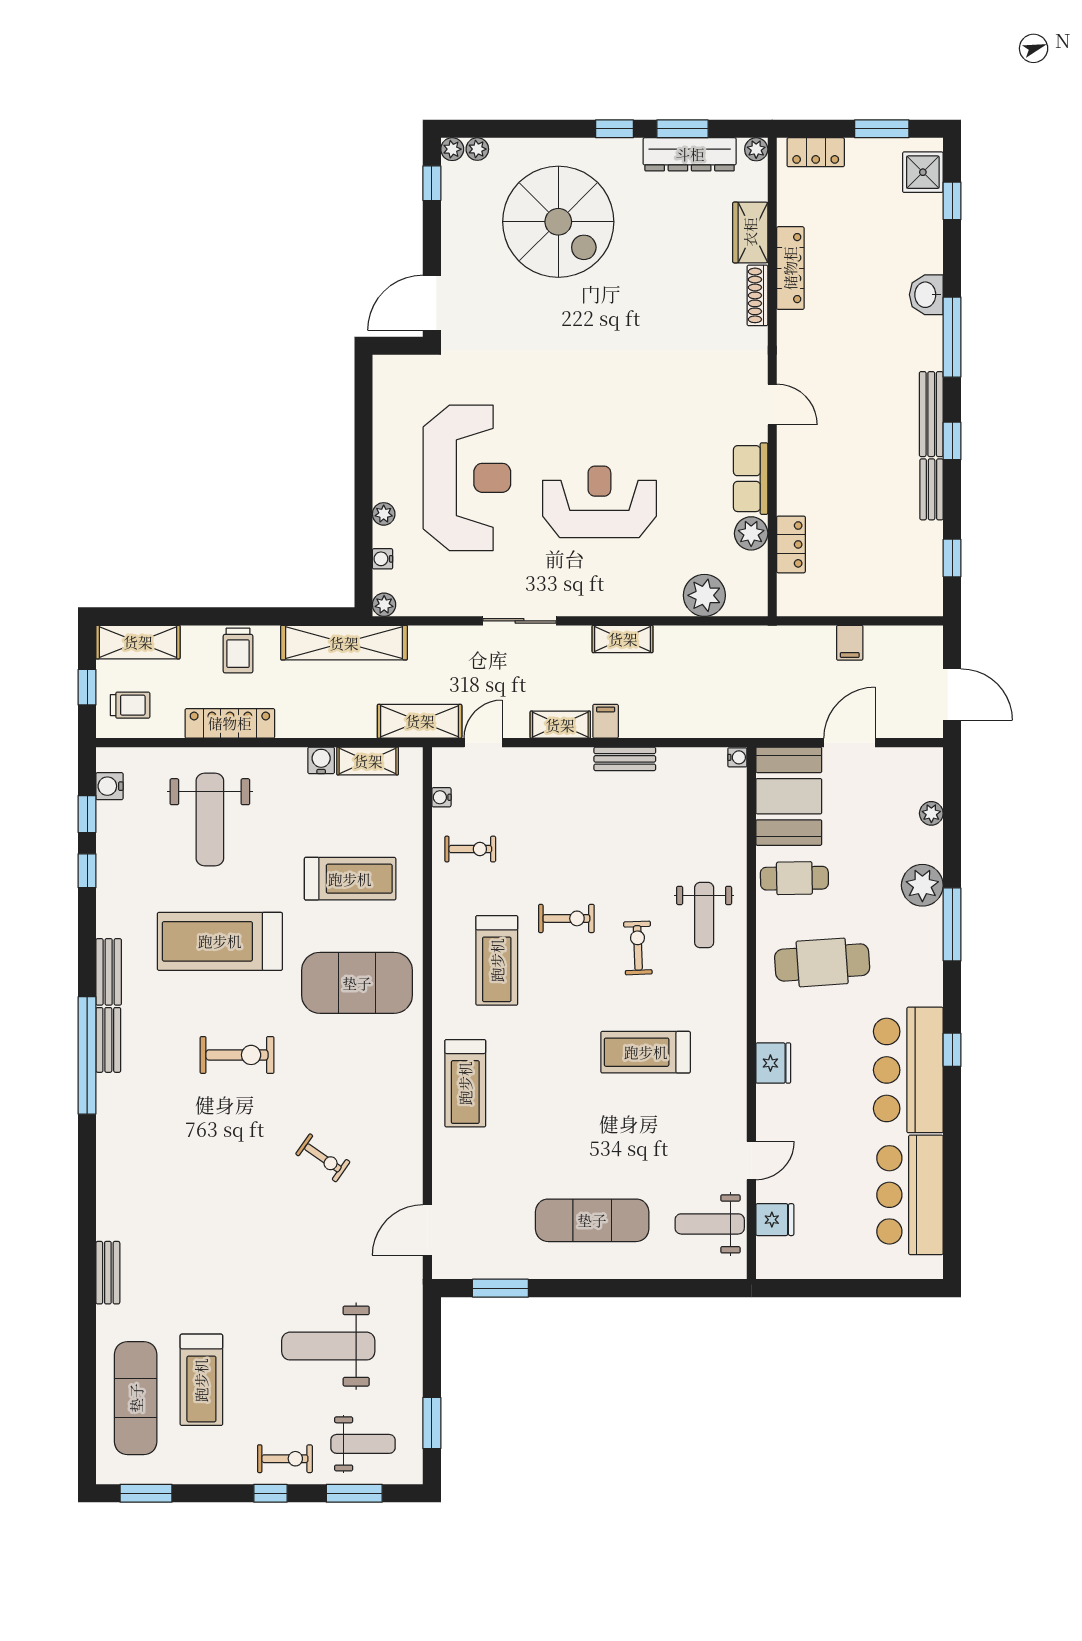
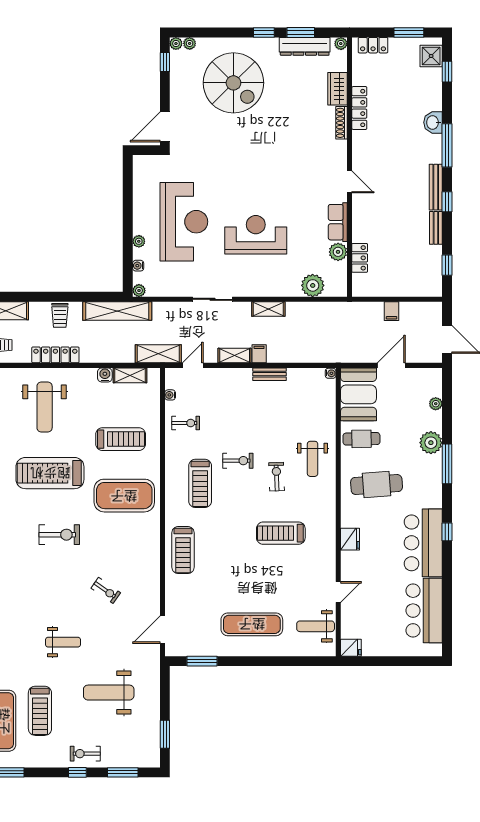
fridge: (775, 1220) -> (351, 648), moved
weight bench: (363, 1444) -> (63, 642), moved
exercise bike: (285, 1459) -> (85, 754), turned 180

